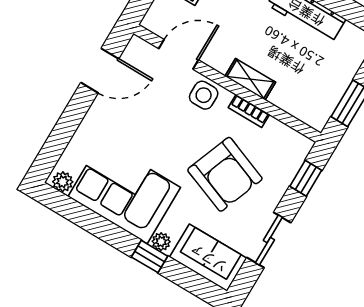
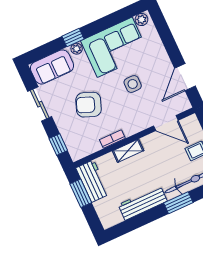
door: (179, 54) -> (166, 123), hinge flipped
side table: (204, 95) -> (133, 84), moved
workbench: (323, 99) -> (93, 181), added
armchair: (225, 174) -> (89, 105), width x0.73, depth x0.73

